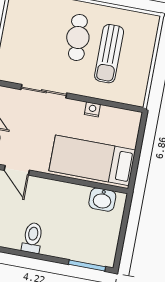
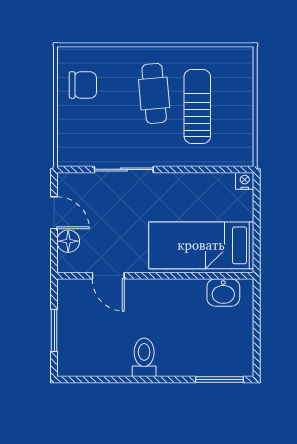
chair: (25, 21) -> (83, 85), added
sun lounger: (109, 54) -> (197, 106), turned 180
nightstand: (92, 109) -> (245, 181), moved

